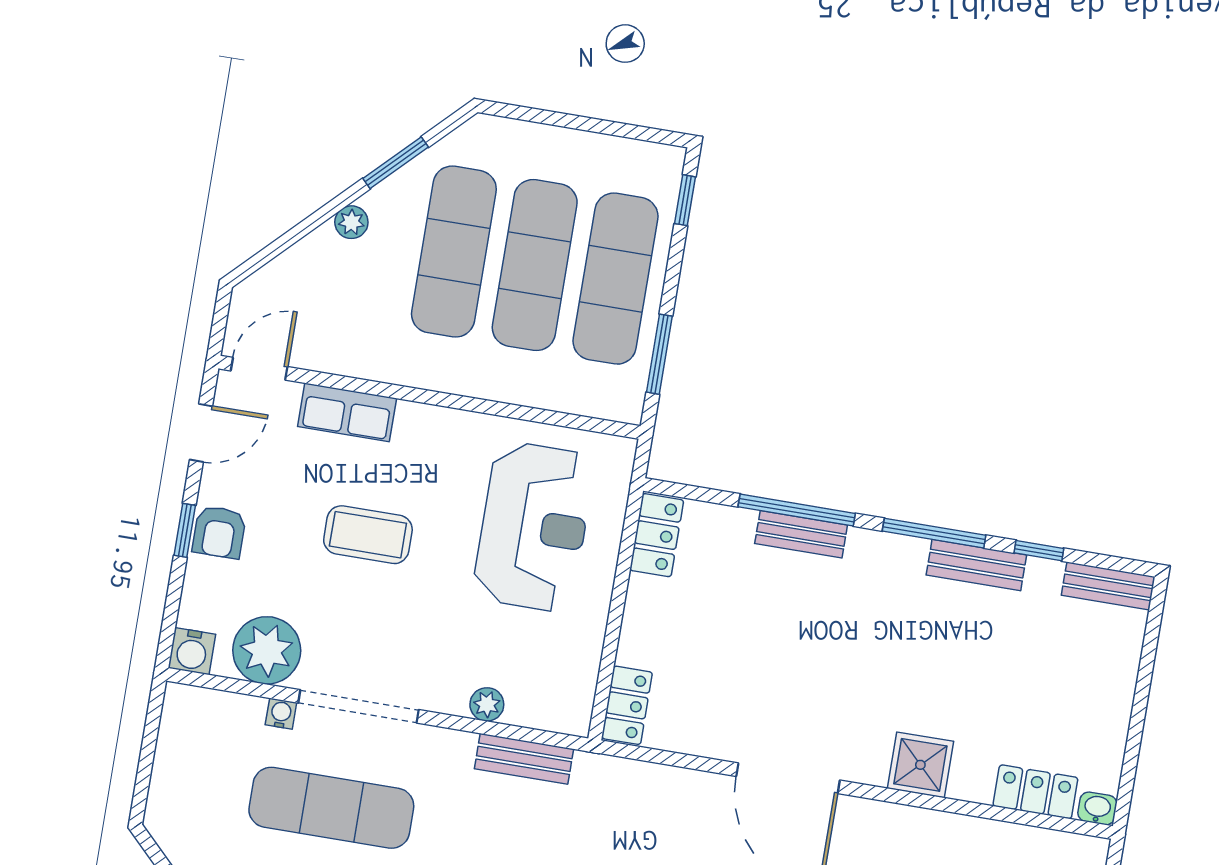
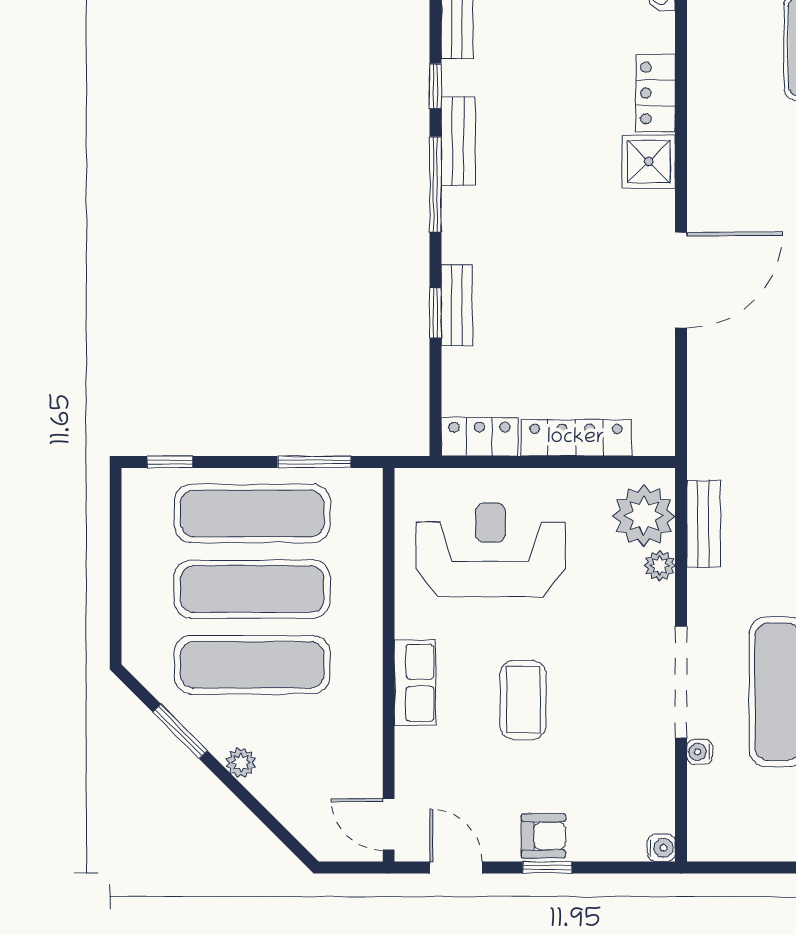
row of seats: (347, 412) -> (415, 683), moved
window: (797, 510) -> (435, 313), width x0.46
plant: (267, 650) -> (644, 516), moved
water cooler: (192, 651) -> (661, 848), width x0.72, depth x0.72
locker: (627, 705) -> (576, 438), moved, width x1.53
locker: (1035, 792) -> (656, 93), moved

